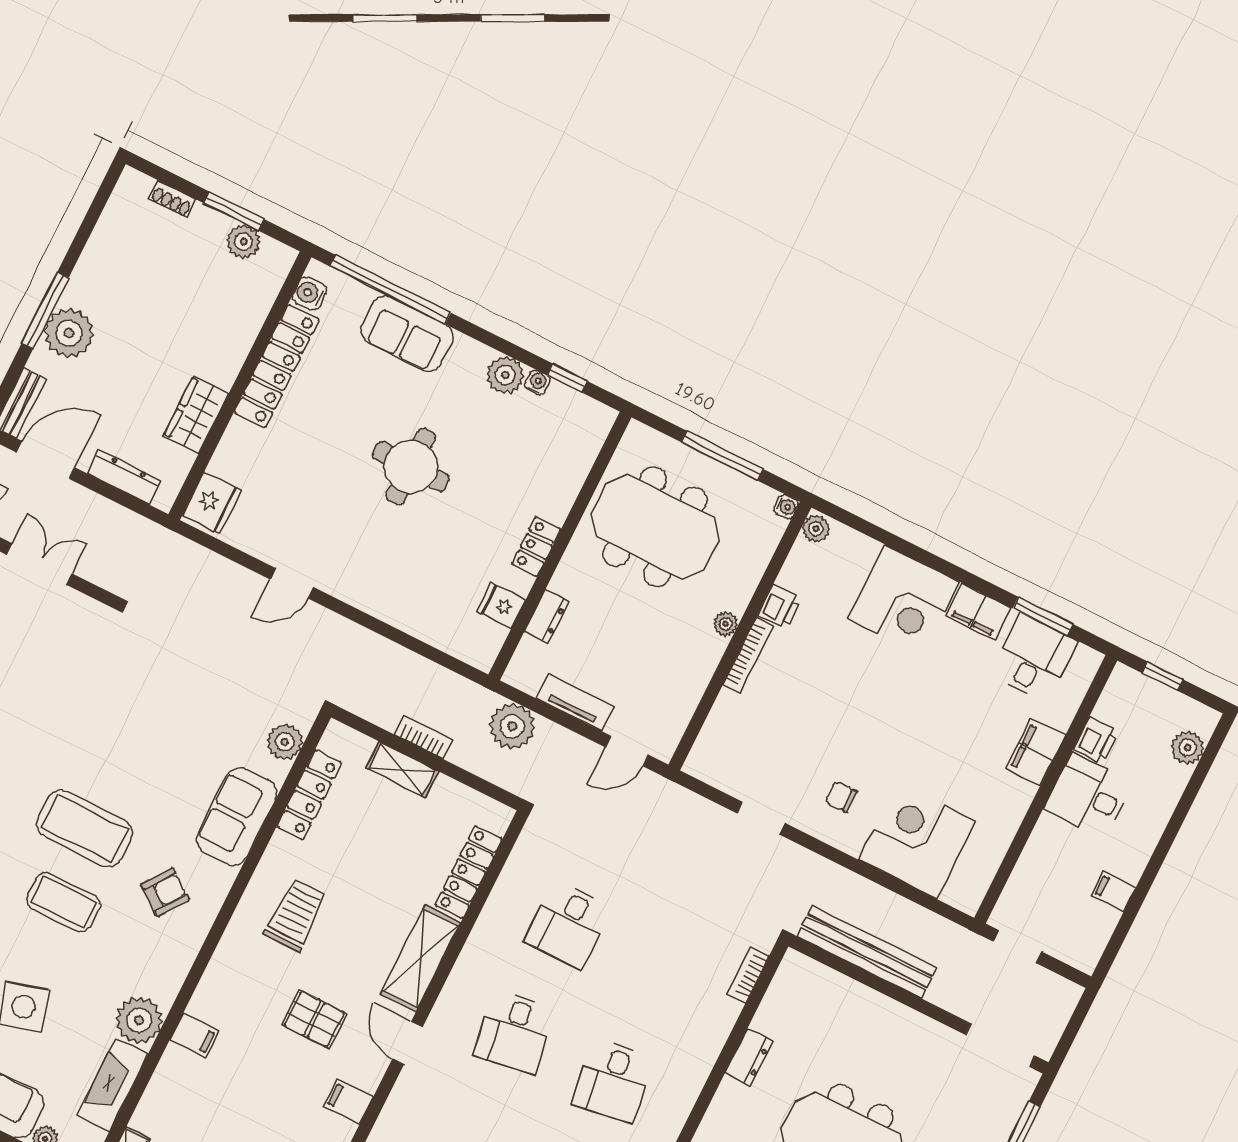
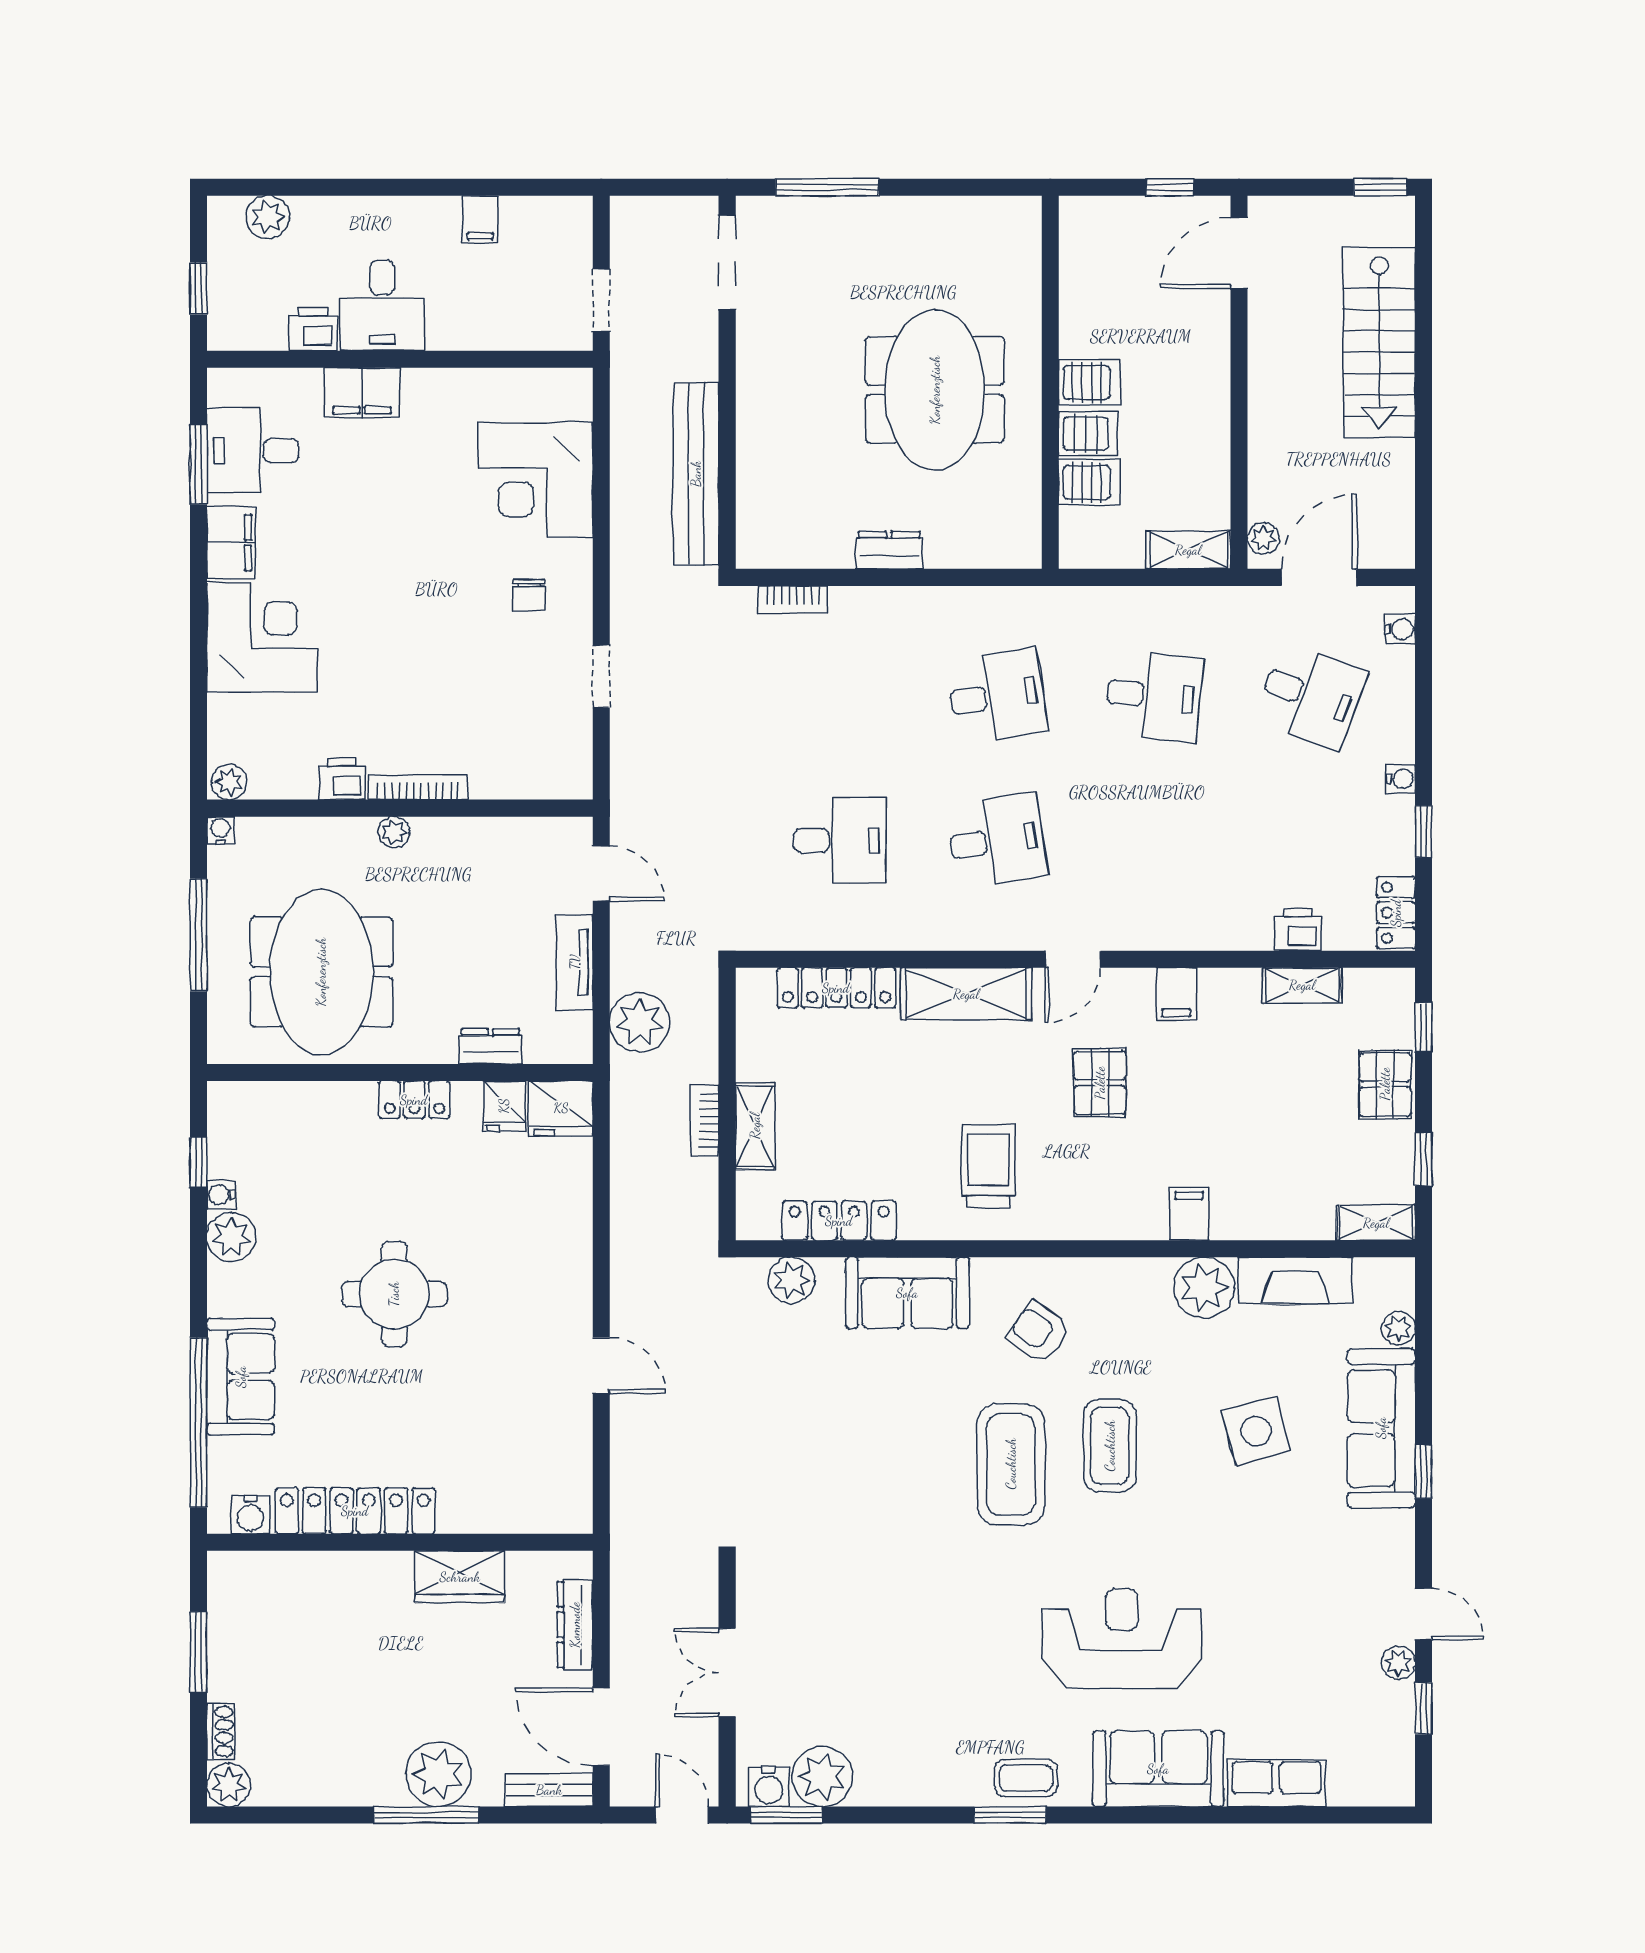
plant: (244, 242) -> (229, 1785), moved
fridge: (212, 503) -> (561, 1108), moved, turned 180
trolley: (296, 915) -> (988, 1166), turned 90

